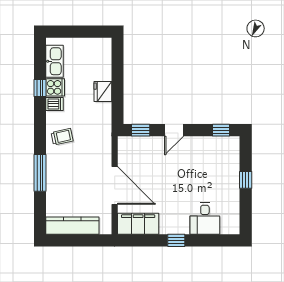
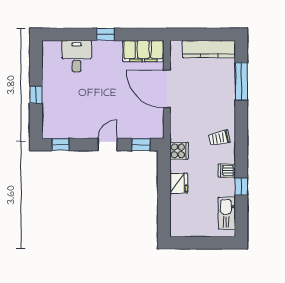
cooker: (55, 87) -> (179, 151), moved, turned 180
window: (40, 173) -> (241, 81), moved

